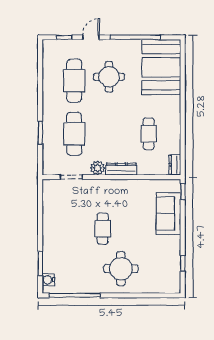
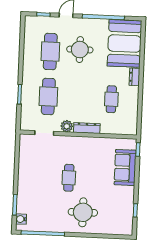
dresser: (175, 165) -> (135, 77), moved

